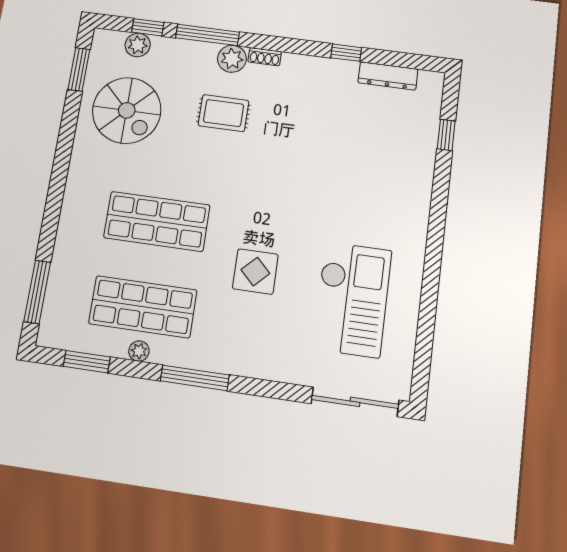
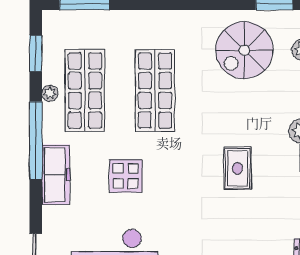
rug: (223, 113) -> (238, 168), moved
freezer: (241, 359) -> (56, 175), added
window: (195, 378) -> (36, 141), width x1.46

